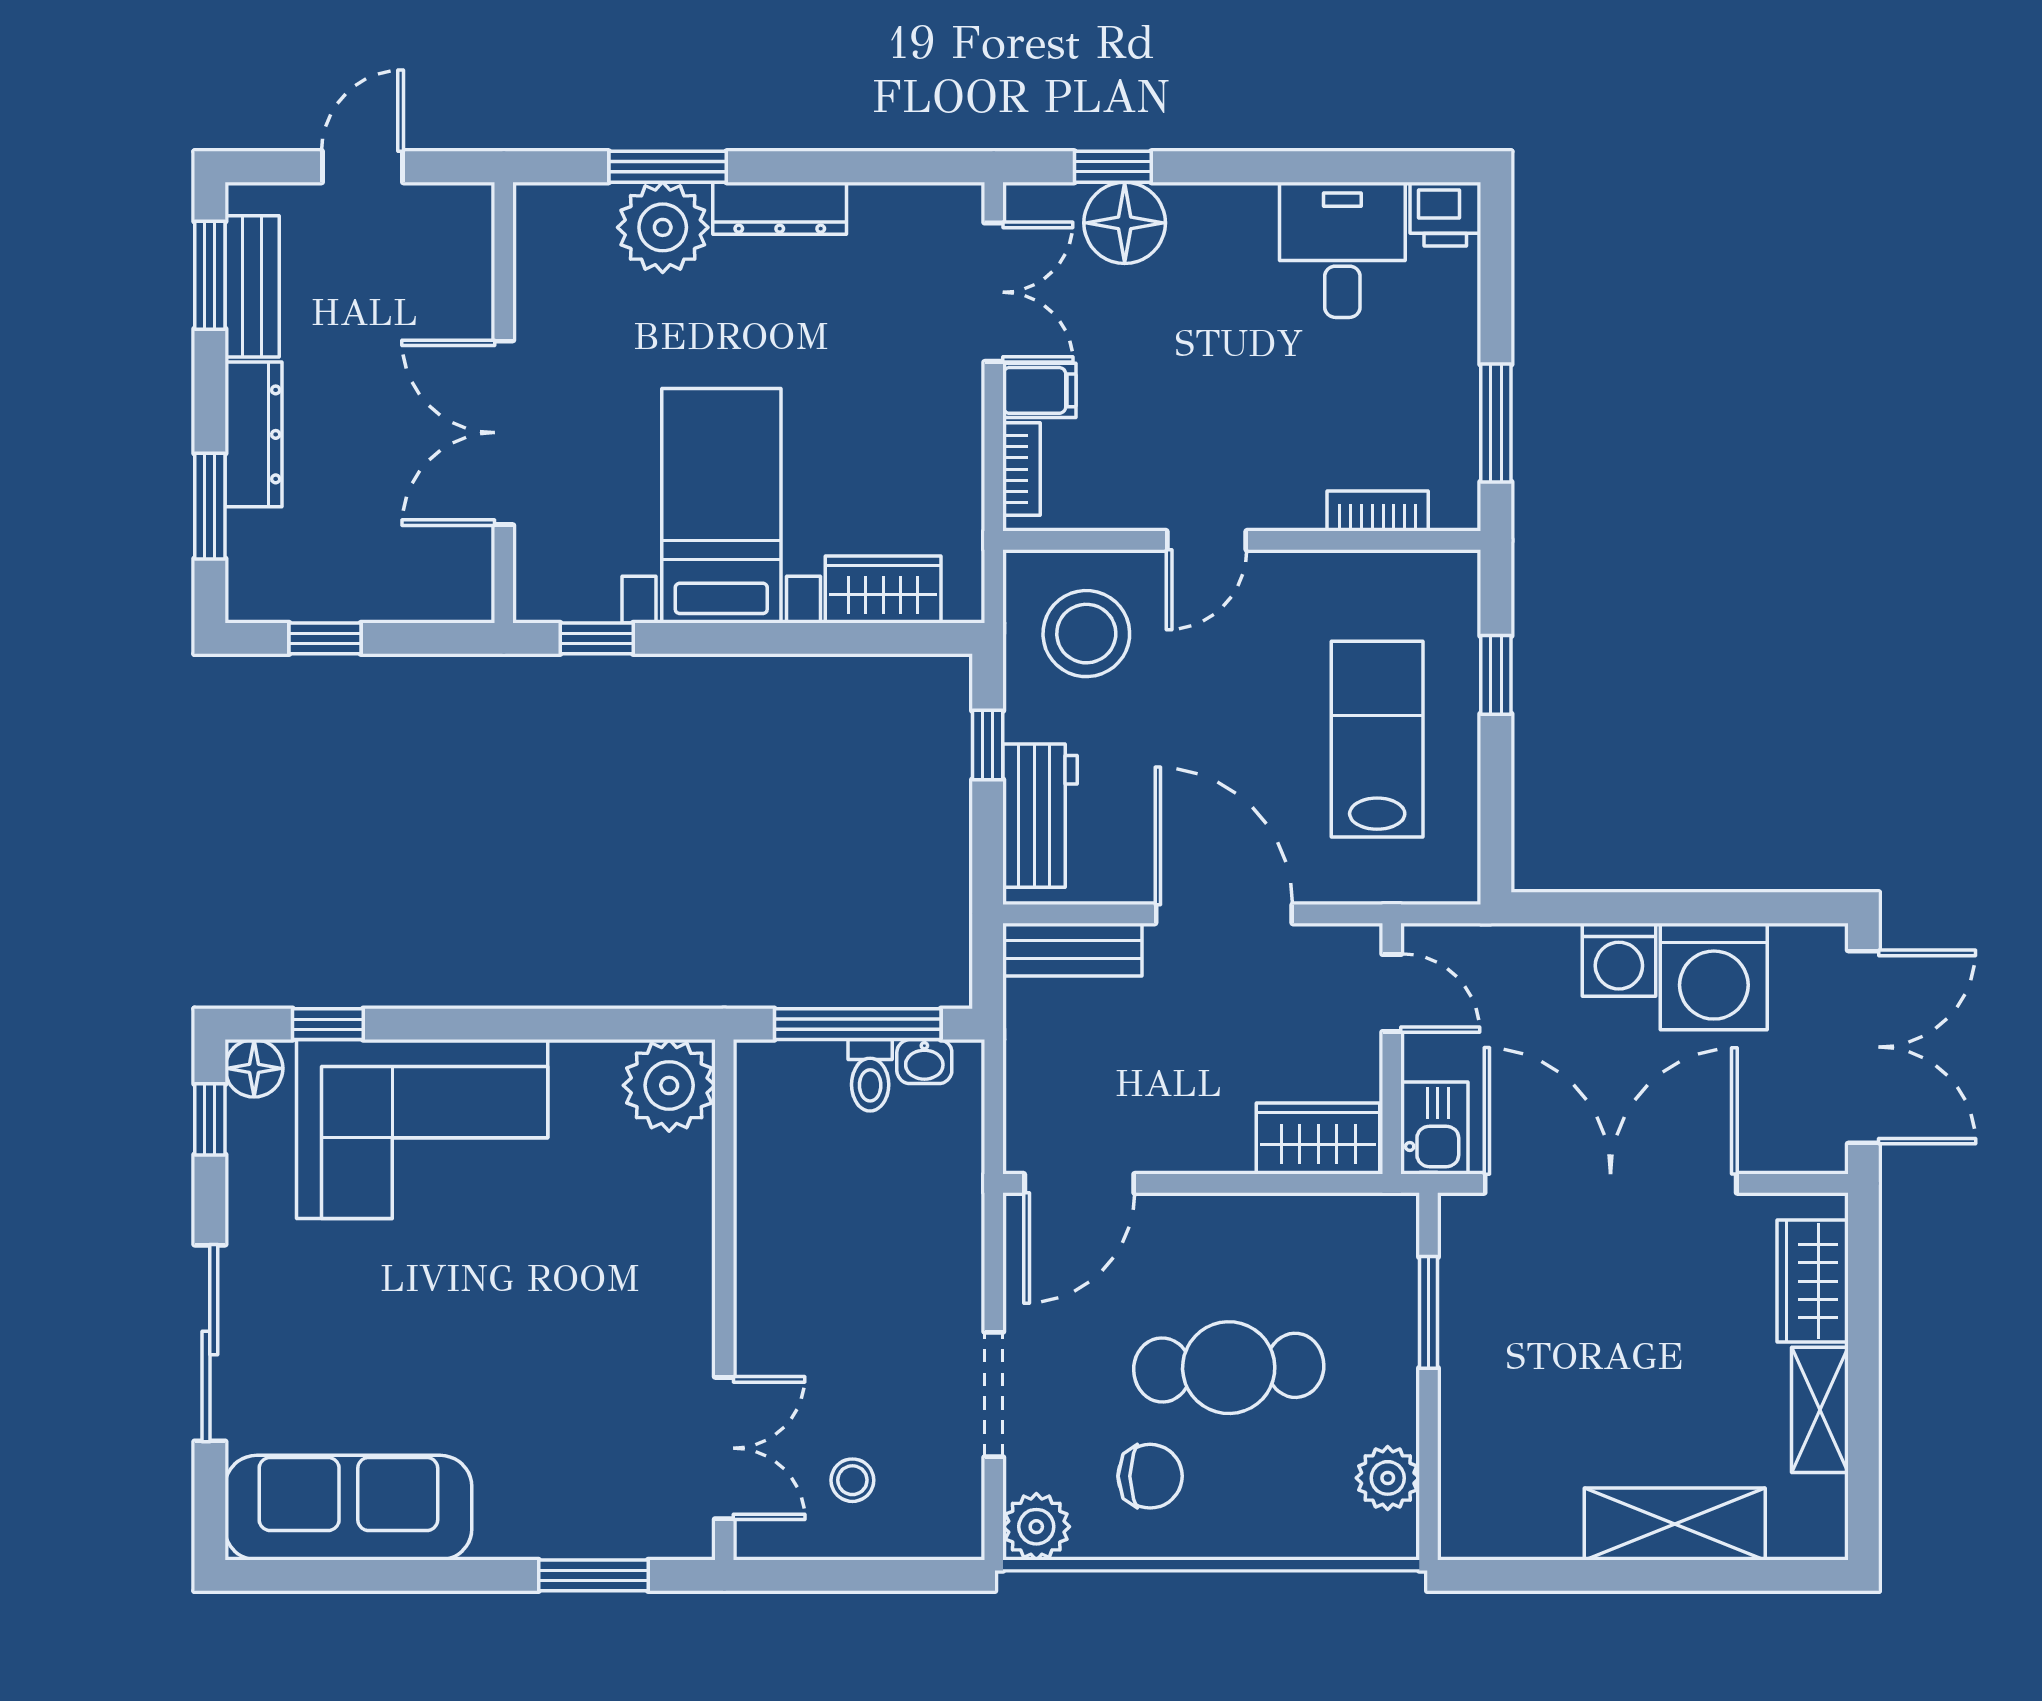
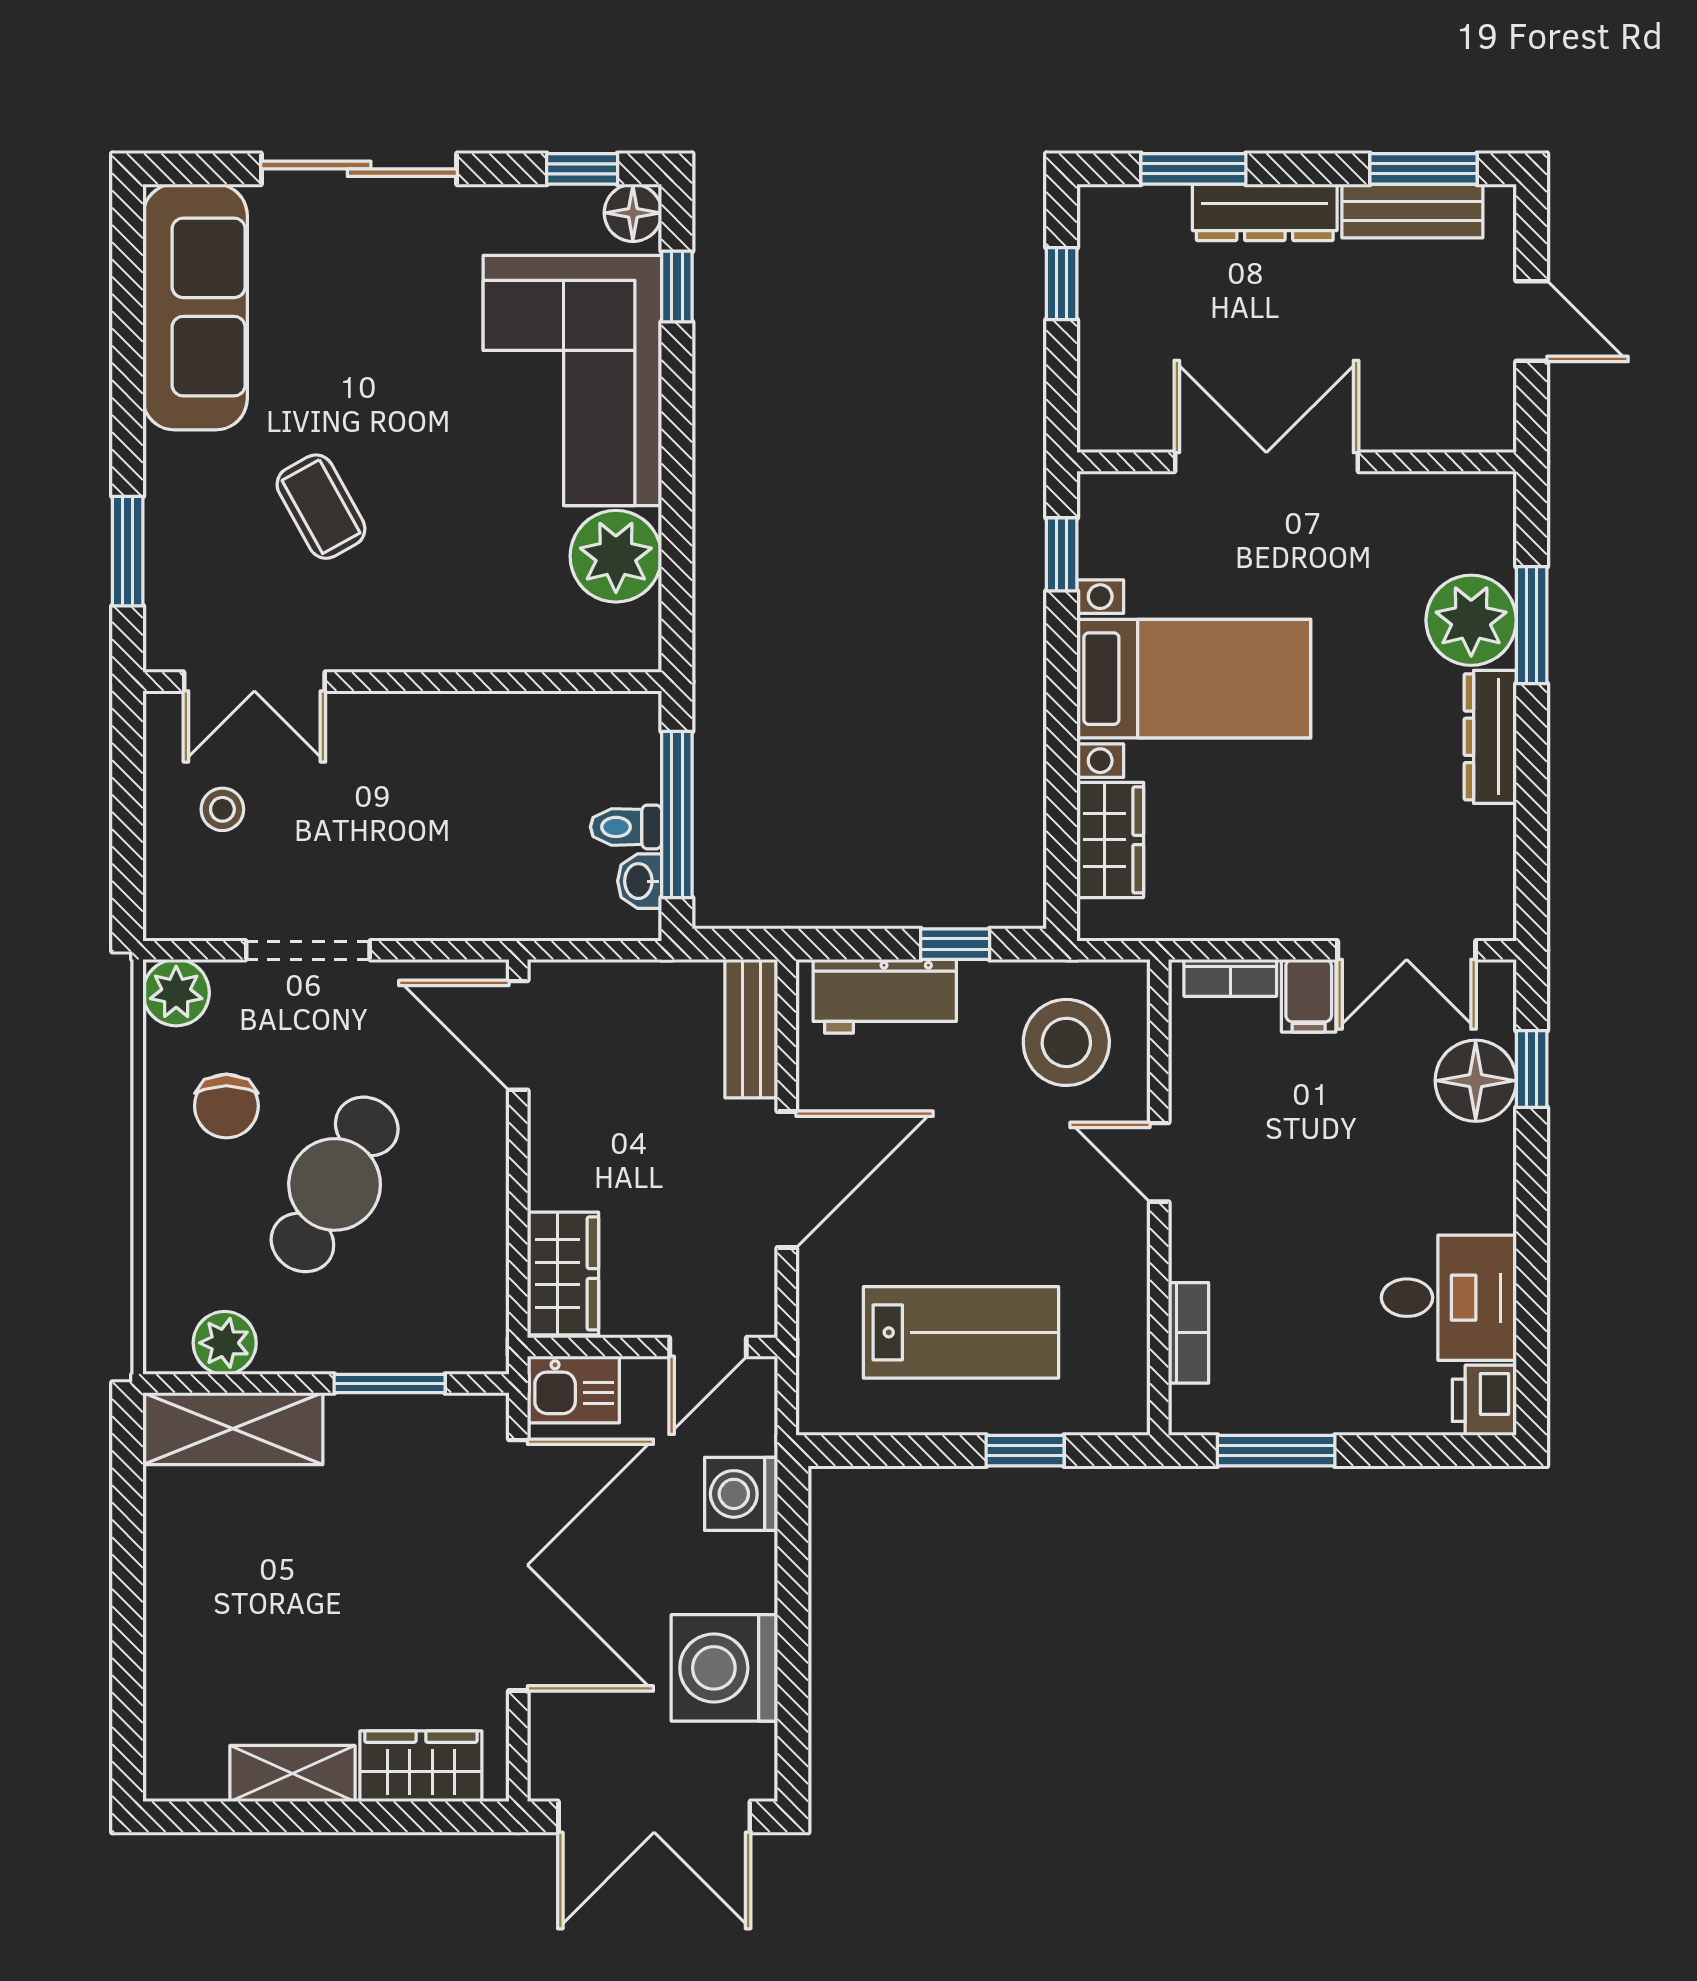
washing machine: (1619, 960) -> (741, 1494), moved
plant: (669, 1085) -> (616, 556), moved
cafe table: (1229, 1368) -> (335, 1184), turned 31
coffee table: (549, 1381) -> (321, 507), added
shelving: (1675, 1524) -> (233, 1429), moved, turned 90

